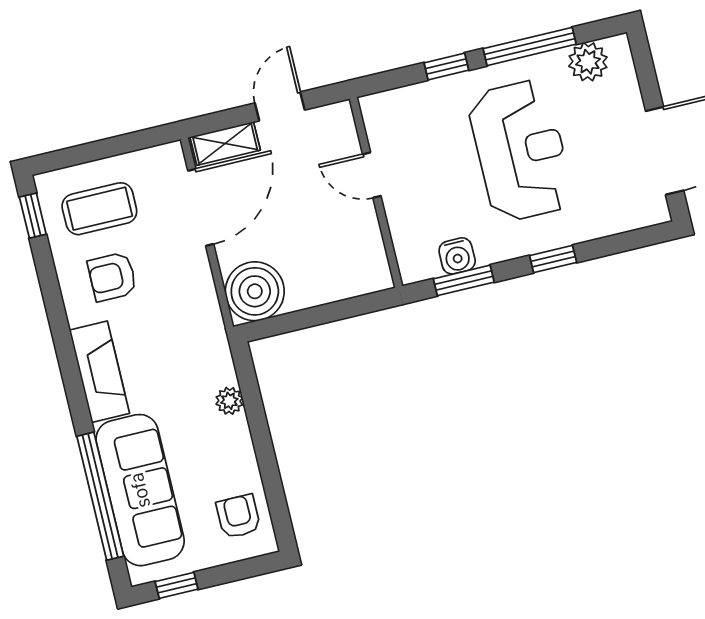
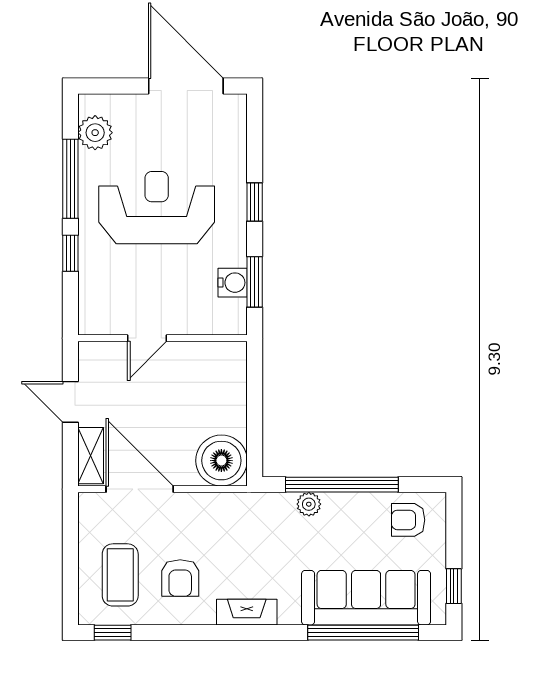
fireplace: (99, 372) -> (247, 612), width x0.73, depth x0.76
window: (260, 433) -> (342, 485), added

